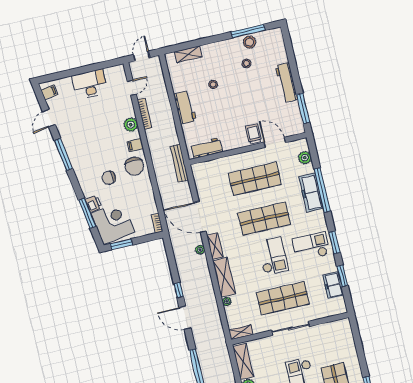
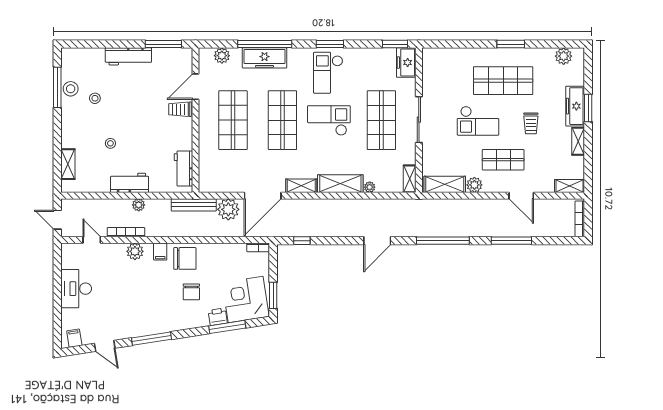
plant: (169, 119) -> (139, 205), added
plant: (200, 250) -> (228, 209), moved, width x1.87, depth x1.87
window: (342, 276) -> (395, 44), moved
freezer: (333, 285) -> (406, 63), moved, turned 90
window: (179, 290) -> (302, 241), moved

